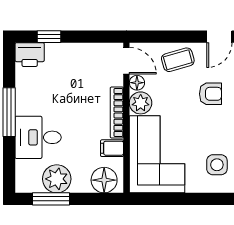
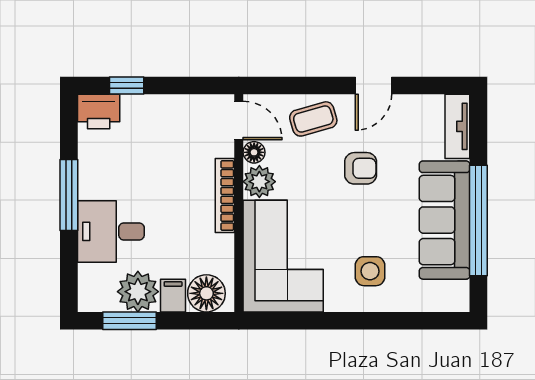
filing cabinet: (112, 148) -> (173, 296), moved, turned 90

